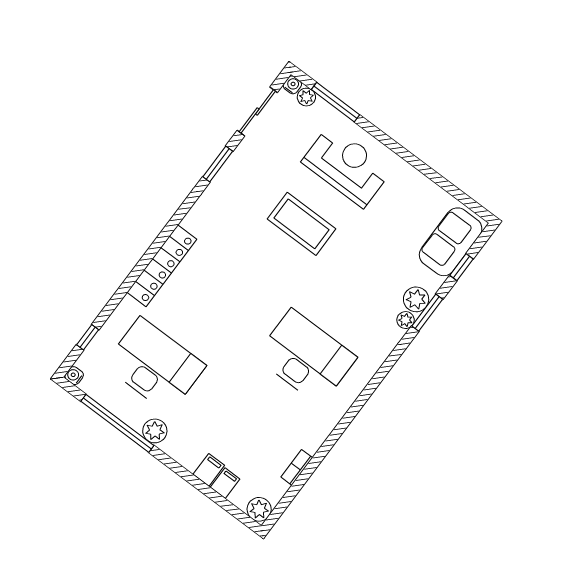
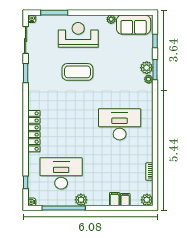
plant: (306, 97) -> (111, 19), moved
sofa: (451, 242) -> (134, 25), moved, turned -90

